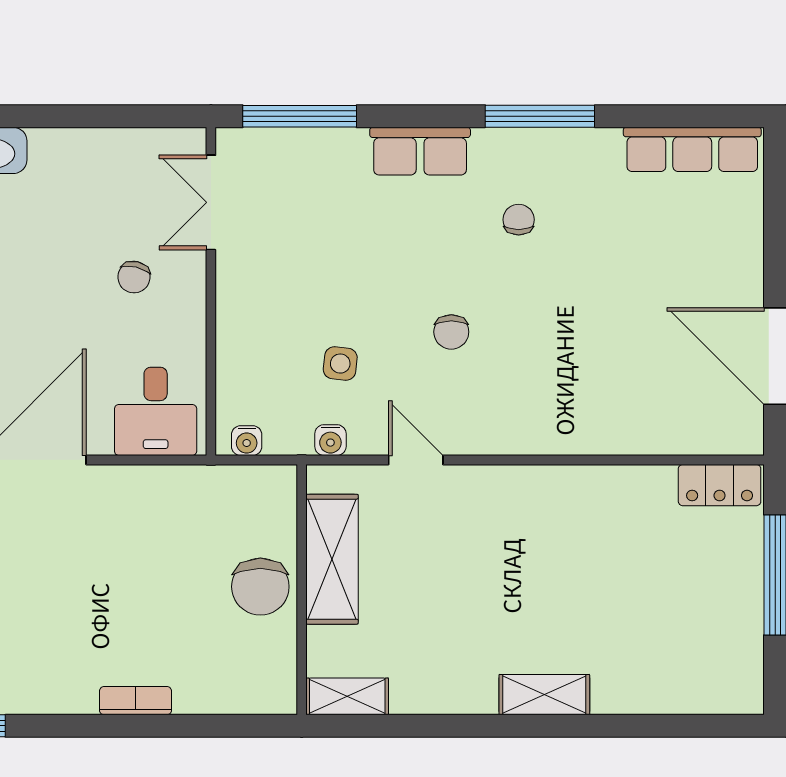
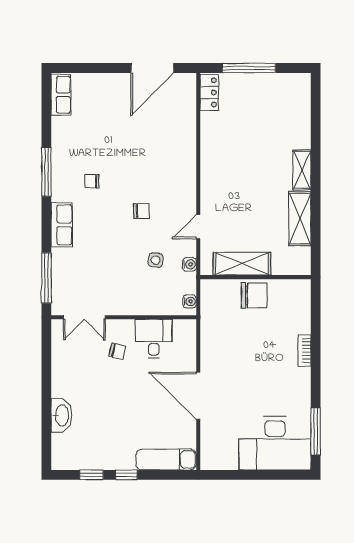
row of seats: (692, 149) -> (61, 95), width x0.68
desk: (156, 411) -> (154, 339), moved, turned -90
shelving: (347, 696) -> (300, 219), moved, width x1.50, depth x1.33

